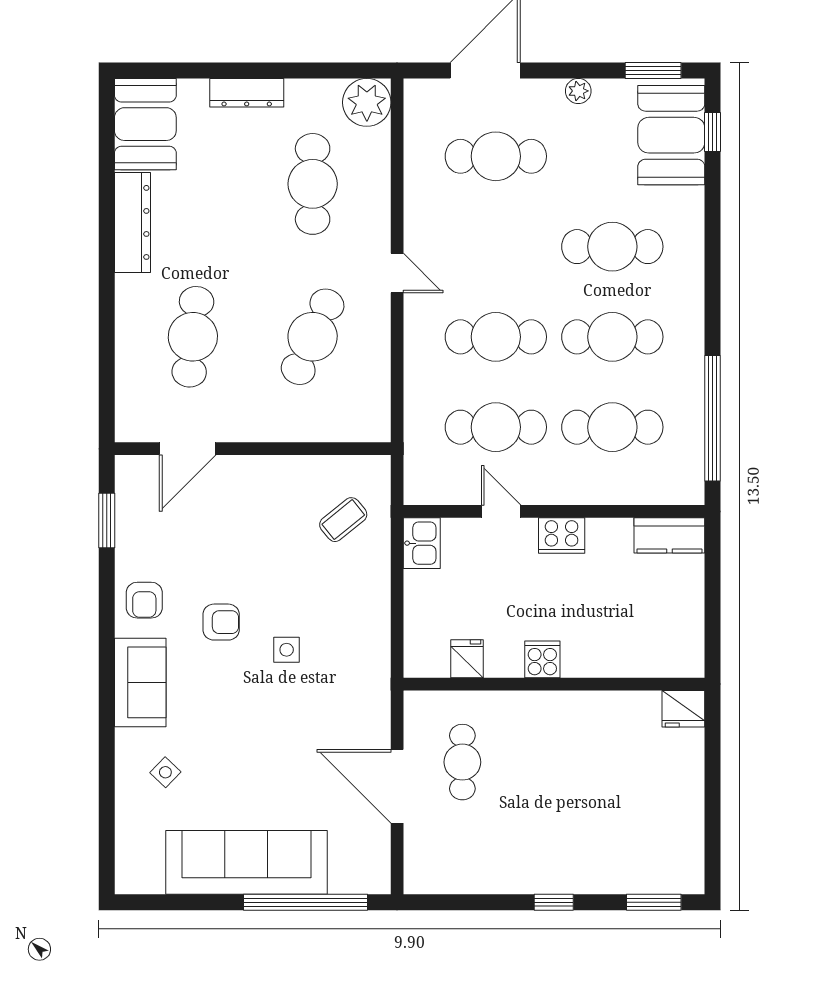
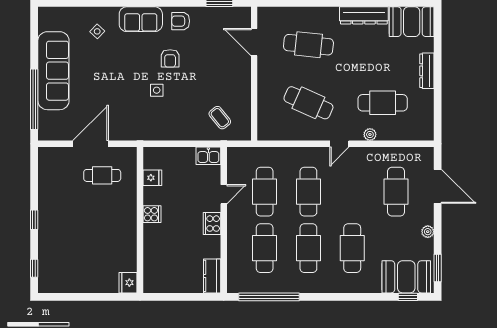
plant: (367, 102) -> (370, 135), moved, width x0.53, depth x0.53
window: (654, 902) -> (34, 268), width x0.67

